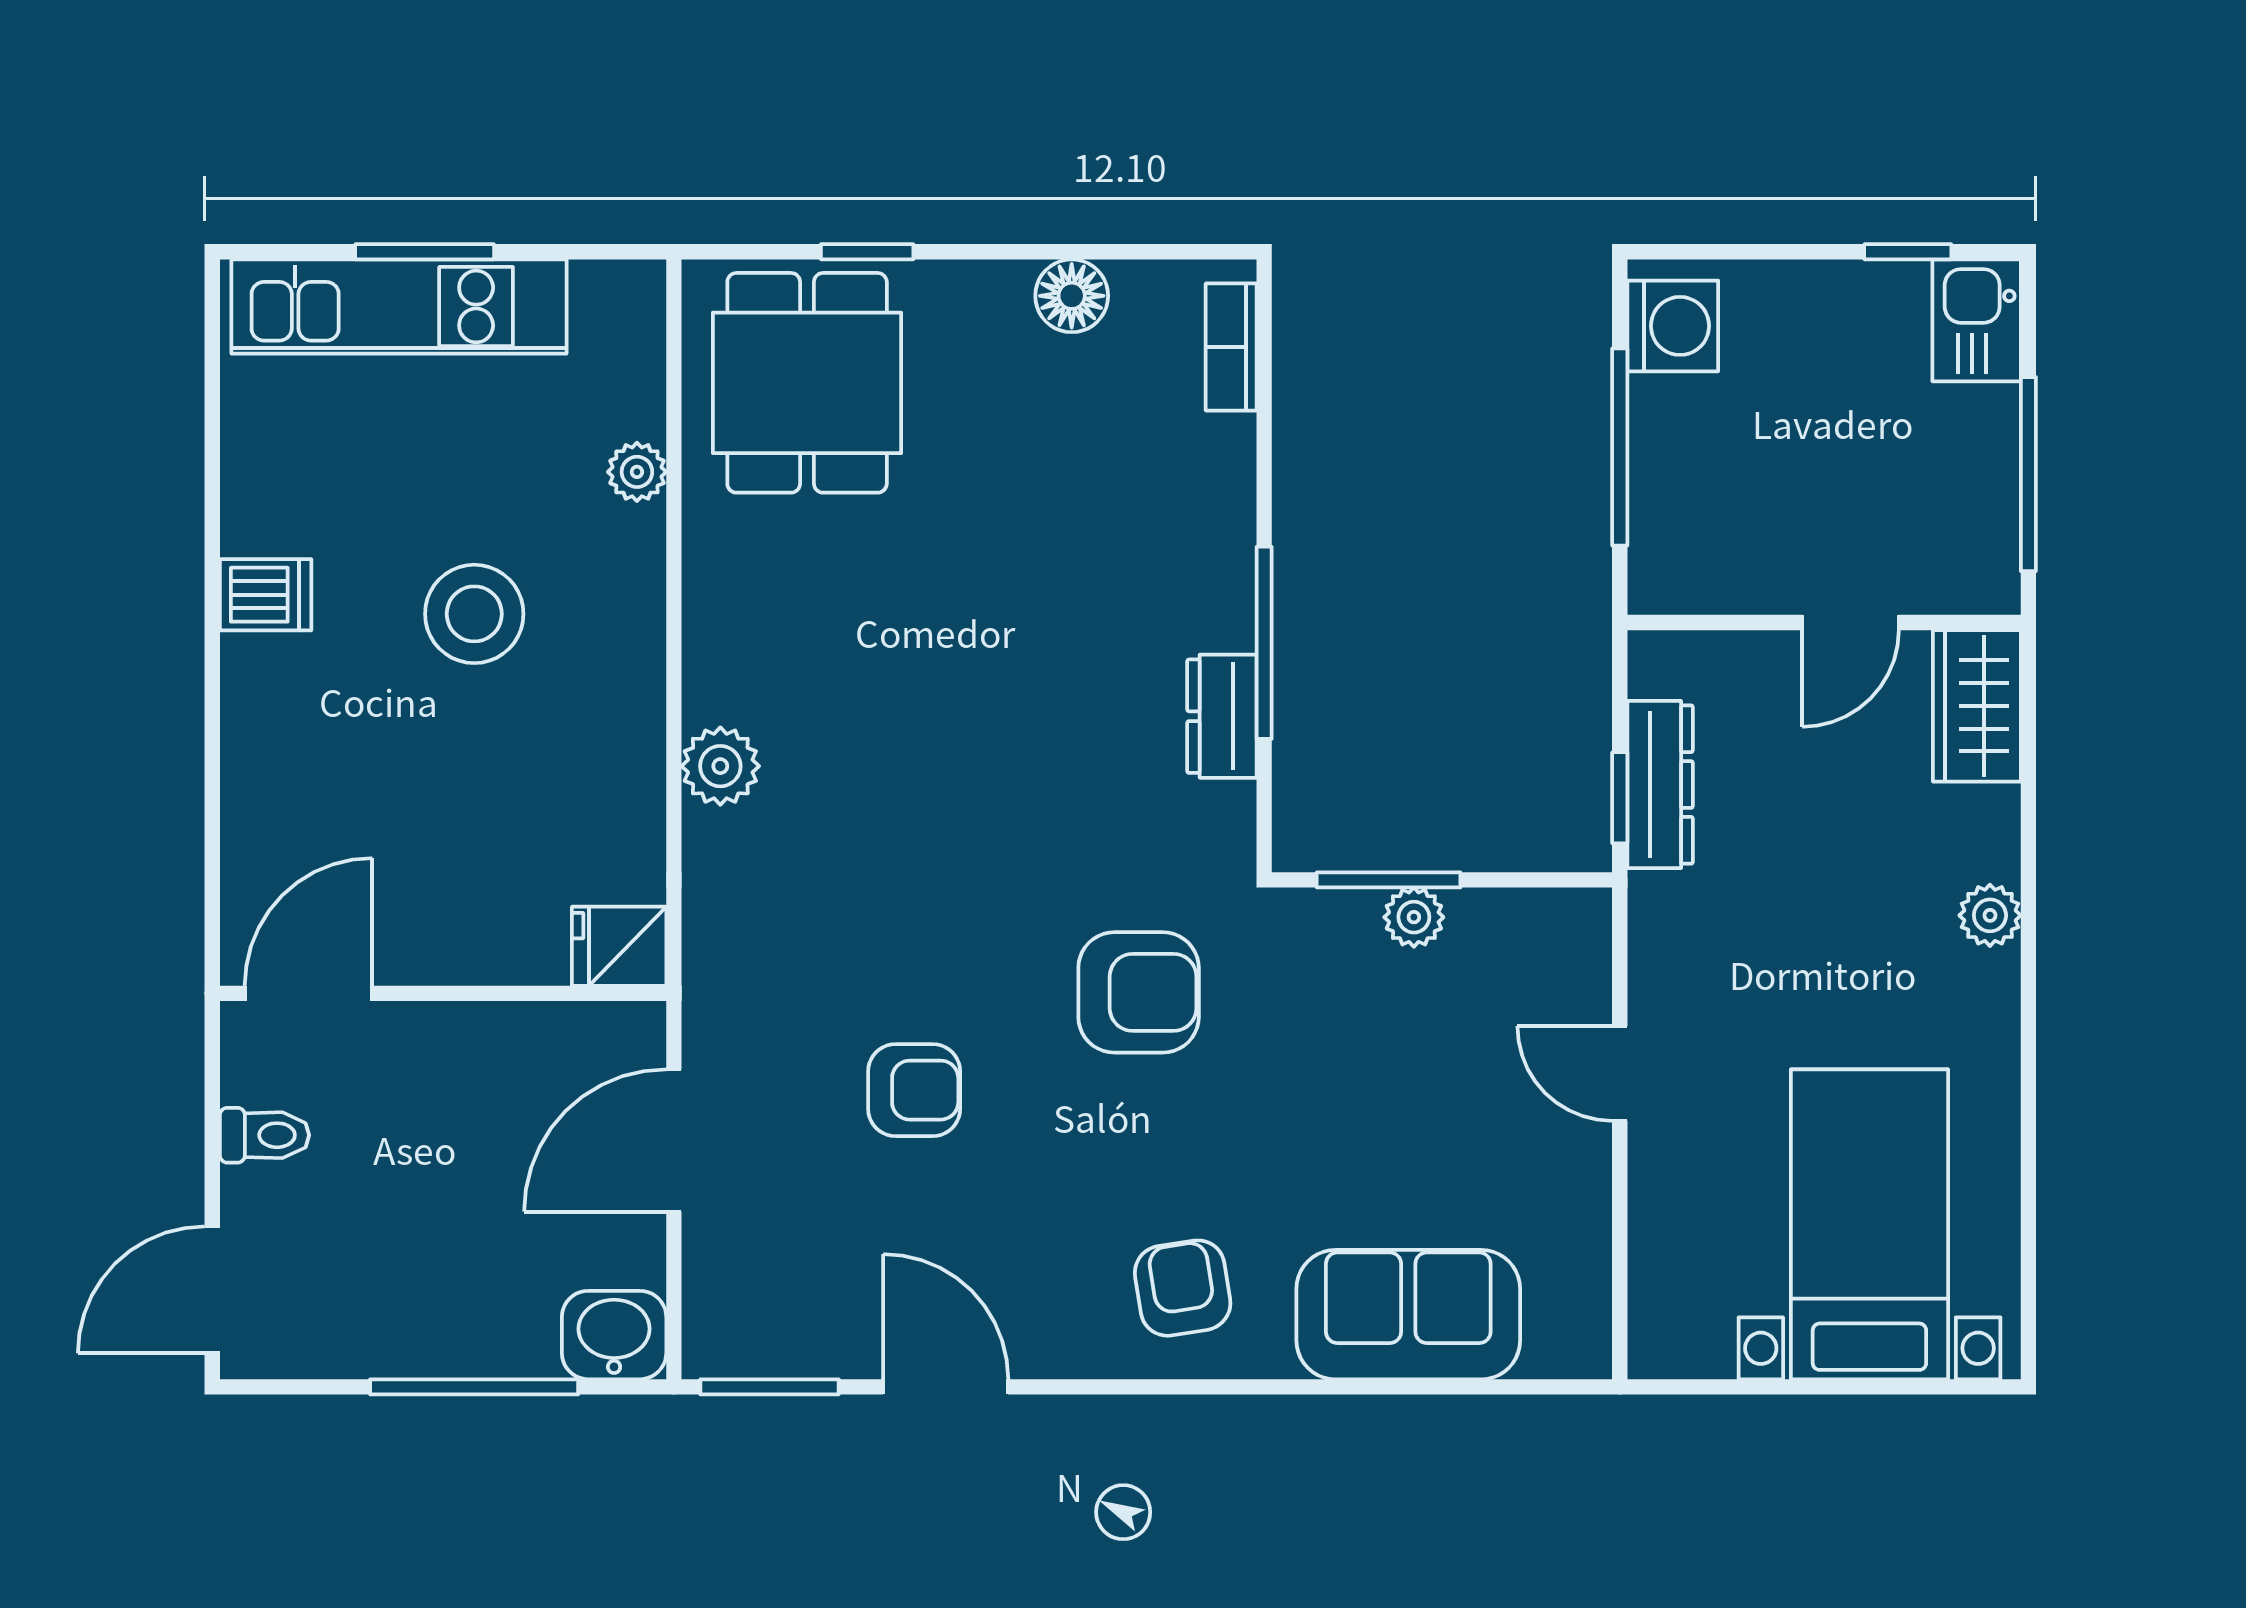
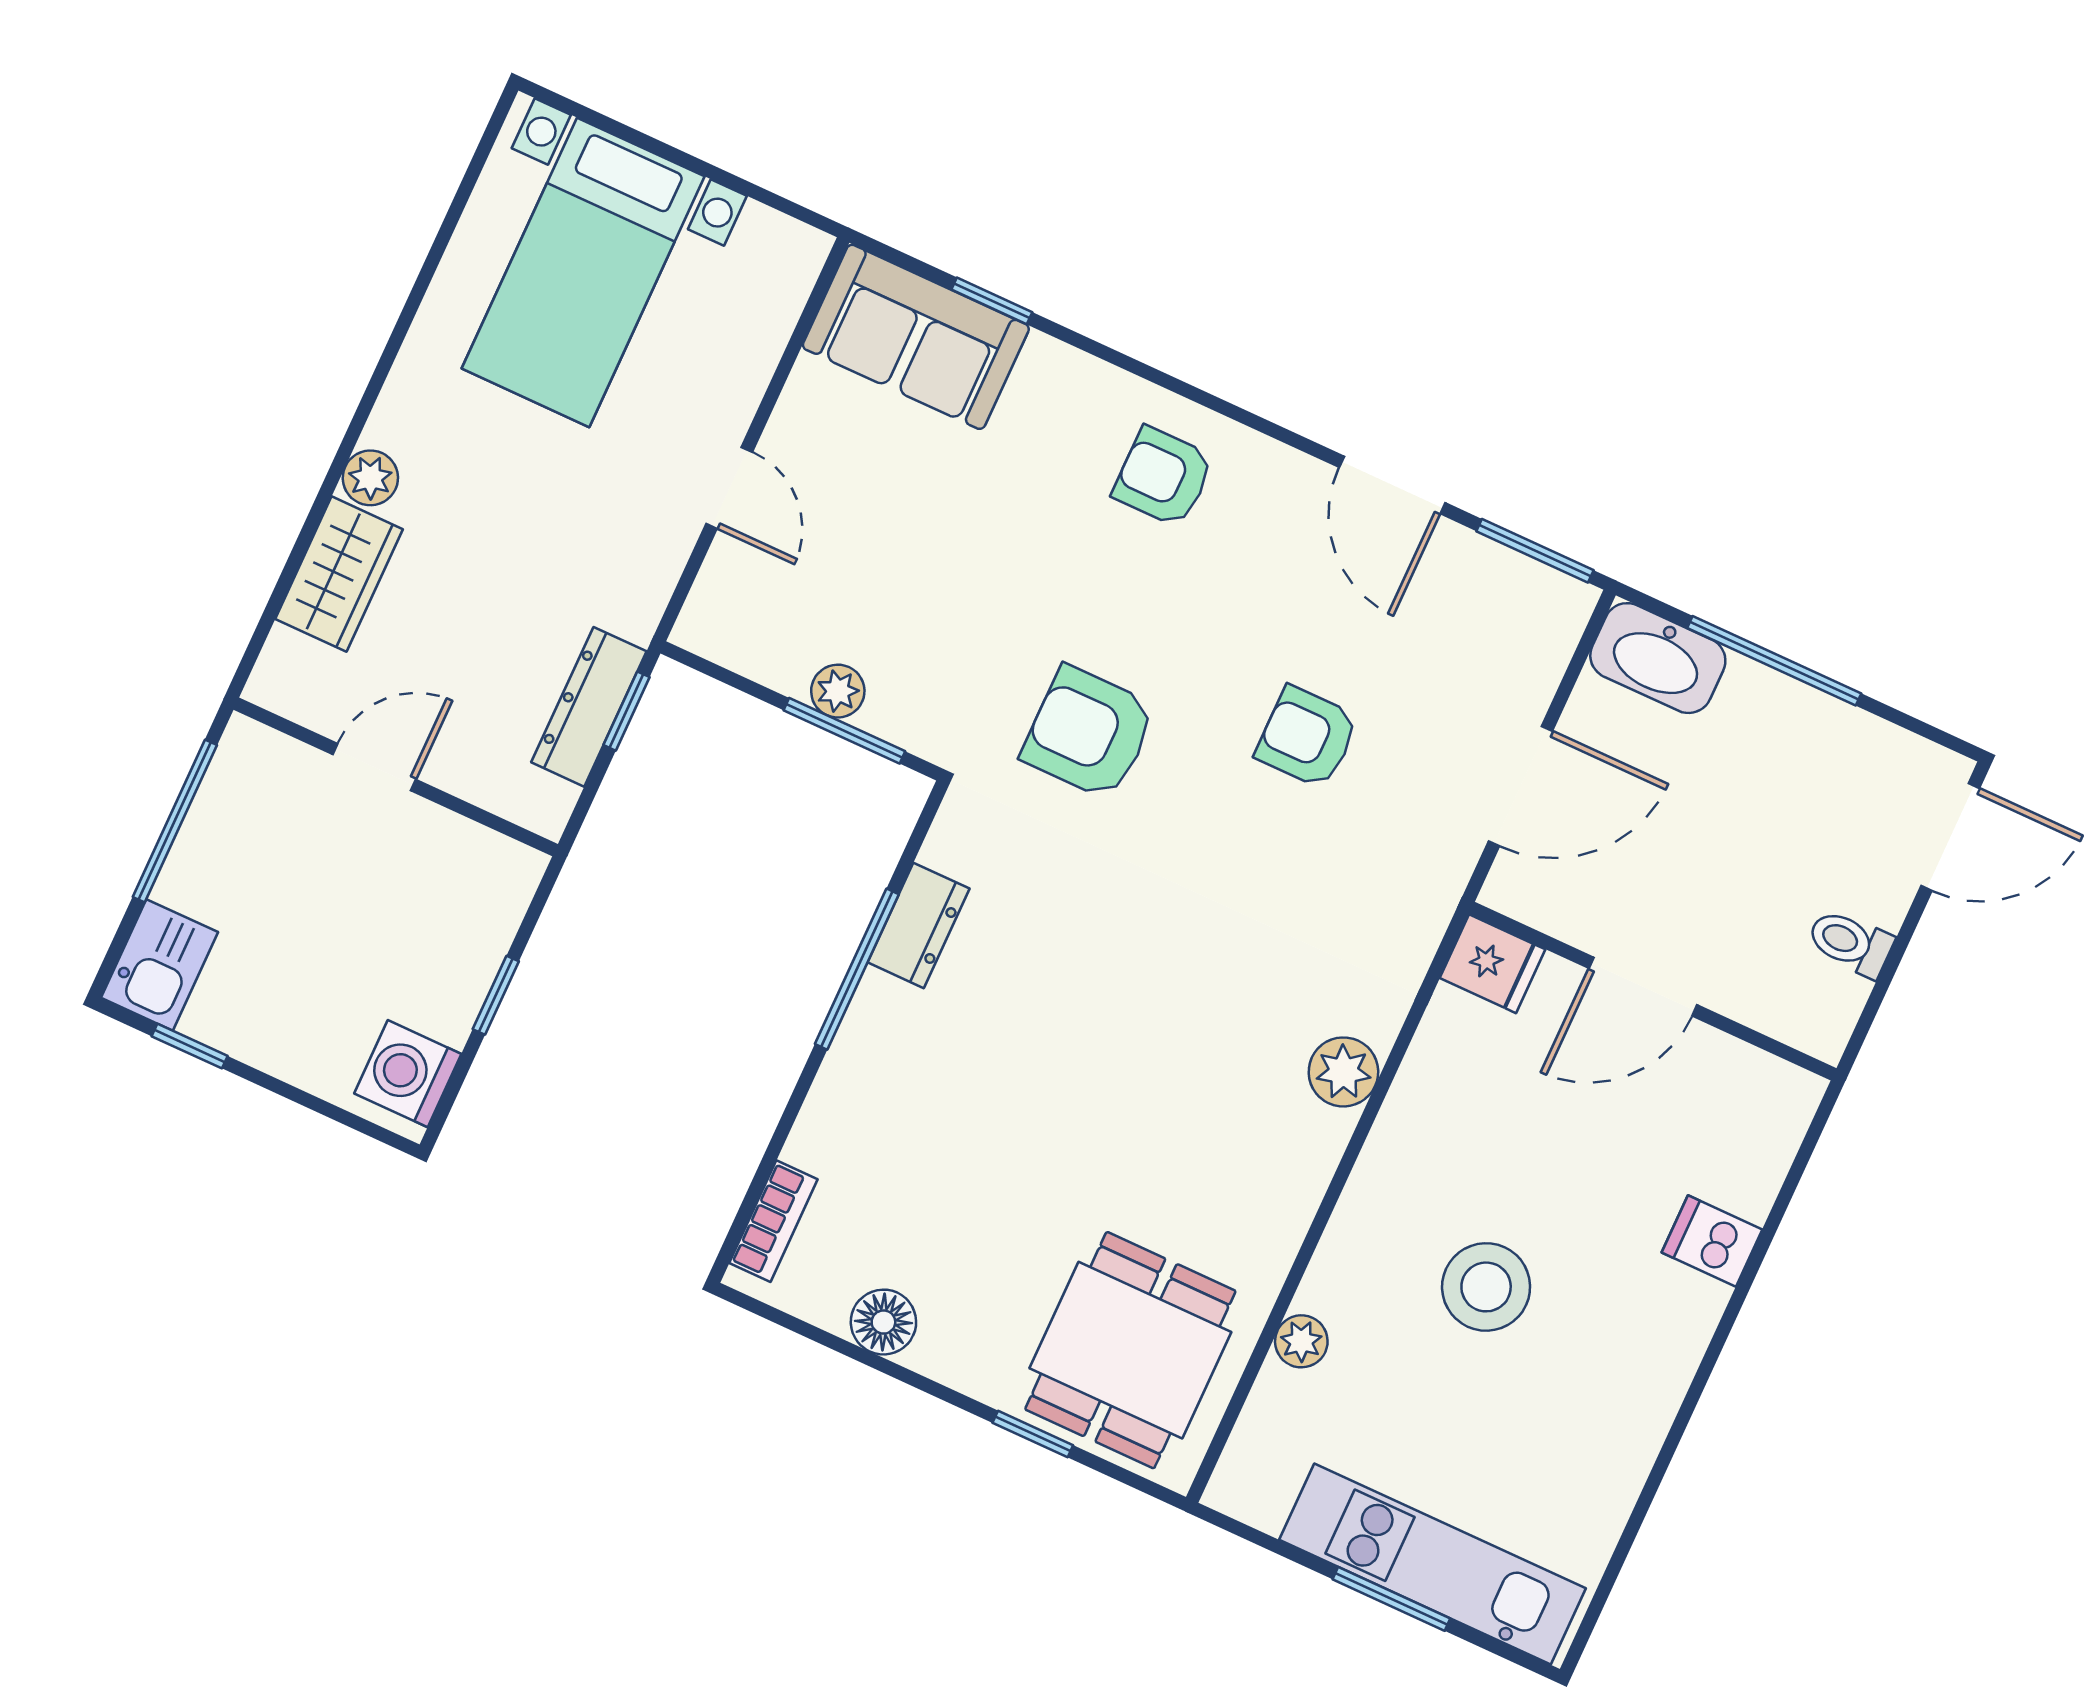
window: (1620, 447) -> (496, 995), width x0.46
dishwasher: (266, 595) -> (1712, 1241), moved
wardrobe: (1977, 706) -> (339, 574), moved
door: (309, 993) -> (1643, 987), moved
armchair: (1183, 1288) -> (1163, 477), turned 99
sofa: (1408, 1315) -> (916, 337), moved
washbasin: (614, 1335) -> (1658, 658), width x1.38
window: (1440, 1387) -> (992, 301), added

